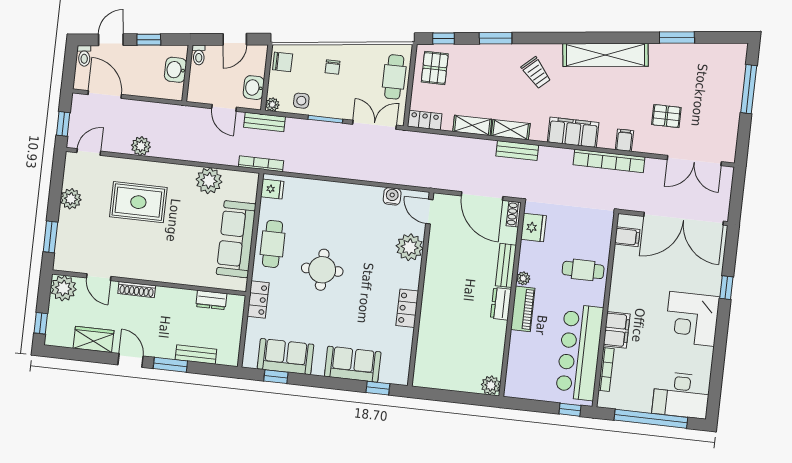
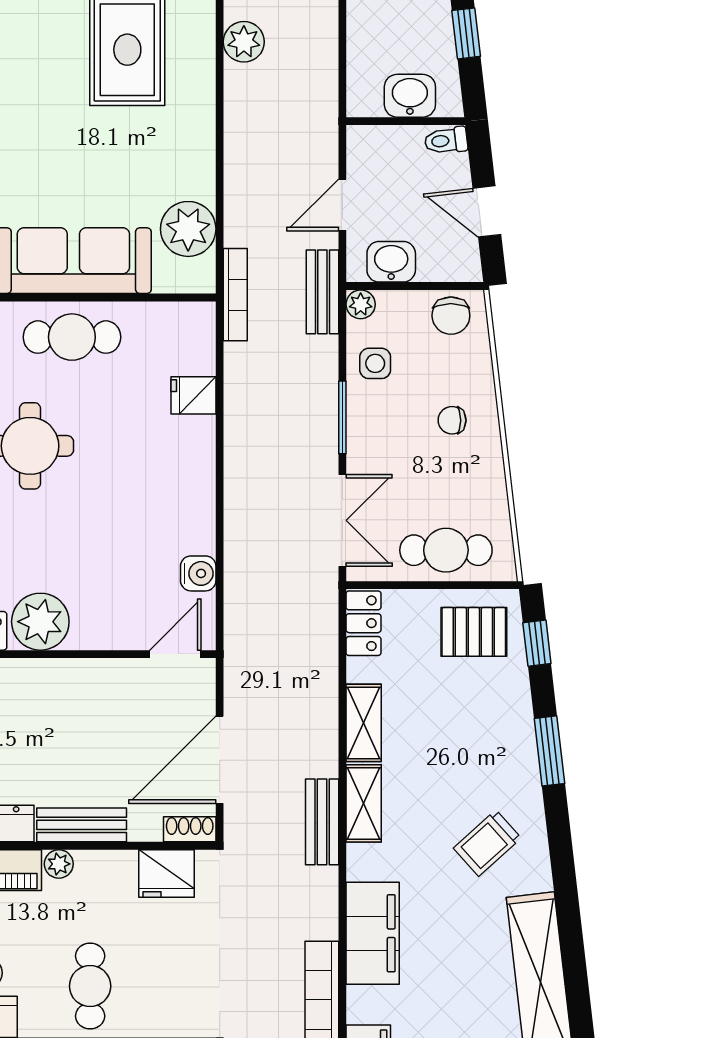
plant: (209, 181) -> (188, 229), moved
fridge: (272, 189) -> (193, 395), moved, turned 90
plant: (410, 247) -> (40, 622), moved

